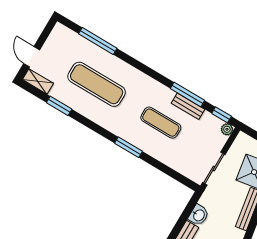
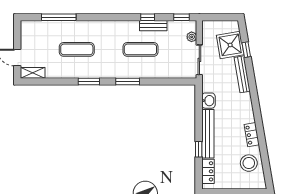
exercise mat: (97, 84) -> (77, 49), width x0.73, depth x0.69
window: (187, 94) -> (148, 17), width x0.46
window: (59, 106) -> (89, 82), moved
plant: (227, 129) -> (192, 37), moved

